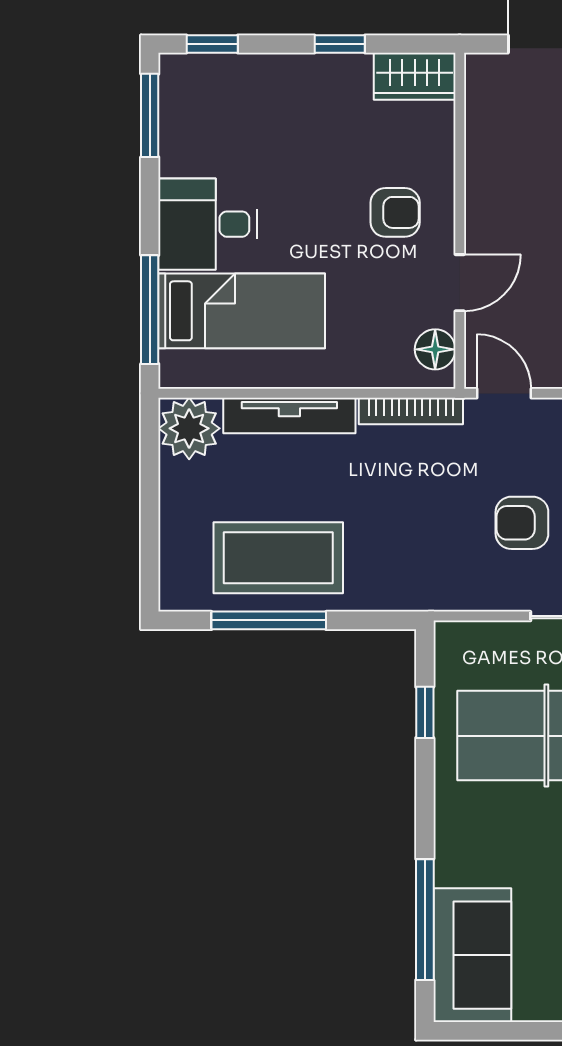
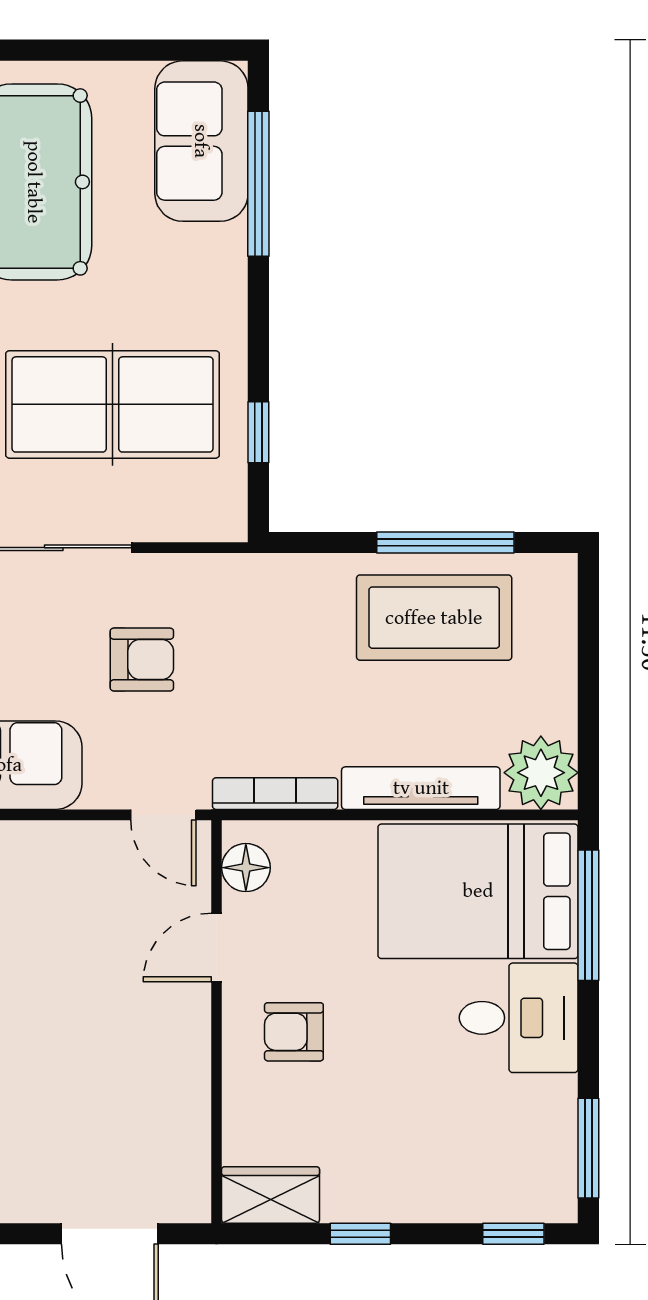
bed: (242, 311) -> (478, 891), width x1.50

